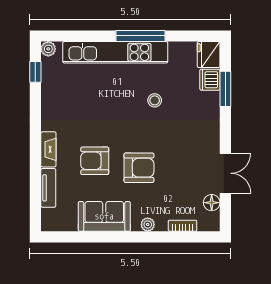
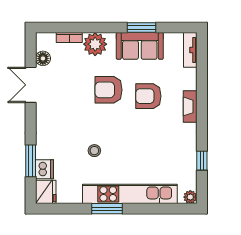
window: (141, 36) -> (107, 209), width x0.69
window: (35, 72) -> (202, 161), moved
armchair: (95, 161) -> (148, 96), turned 180
tv unit: (48, 188) -> (190, 50), moved
plant: (148, 224) -> (95, 44), width x1.87, depth x1.87
window: (102, 237) -> (141, 27), added

